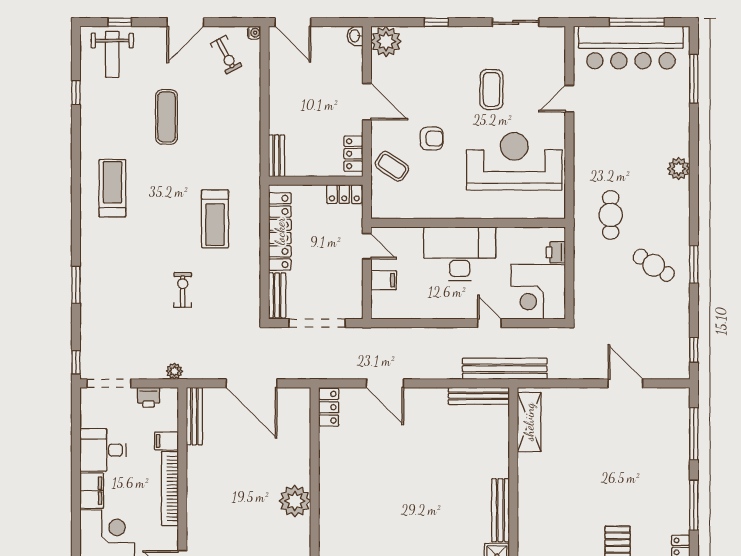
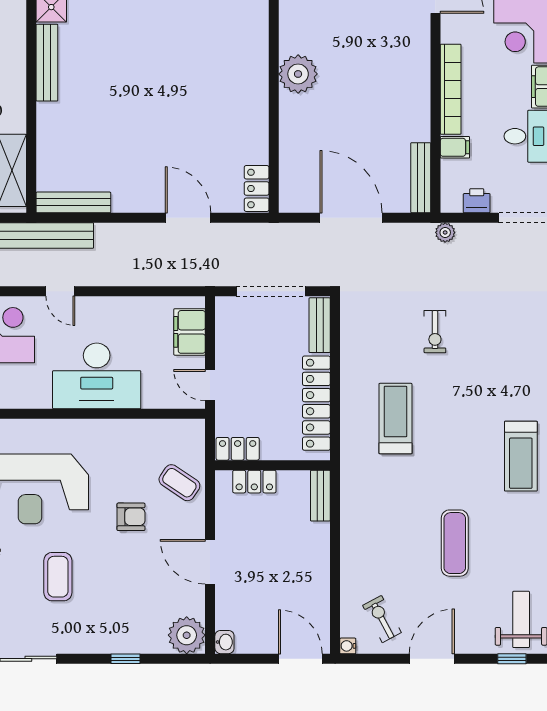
armchair: (432, 138) -> (131, 517), turned 180
locker: (353, 154) -> (254, 482), moved, turned 90
filing cabinet: (384, 280) -> (190, 332), width x2.00

